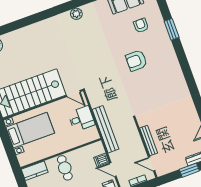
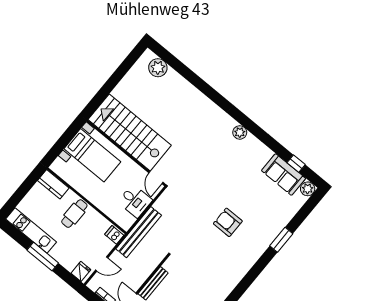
armchair: (141, 26) -> (267, 206), removed
dishwasher: (101, 160) -> (114, 235), moved
door: (113, 169) -> (102, 264), swing flipped

